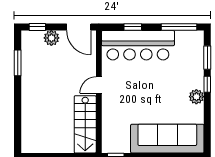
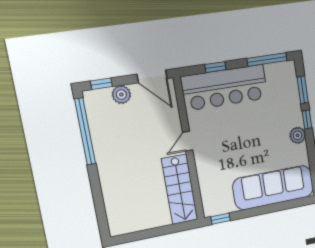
window: (18, 63) -> (85, 131), width x2.11

